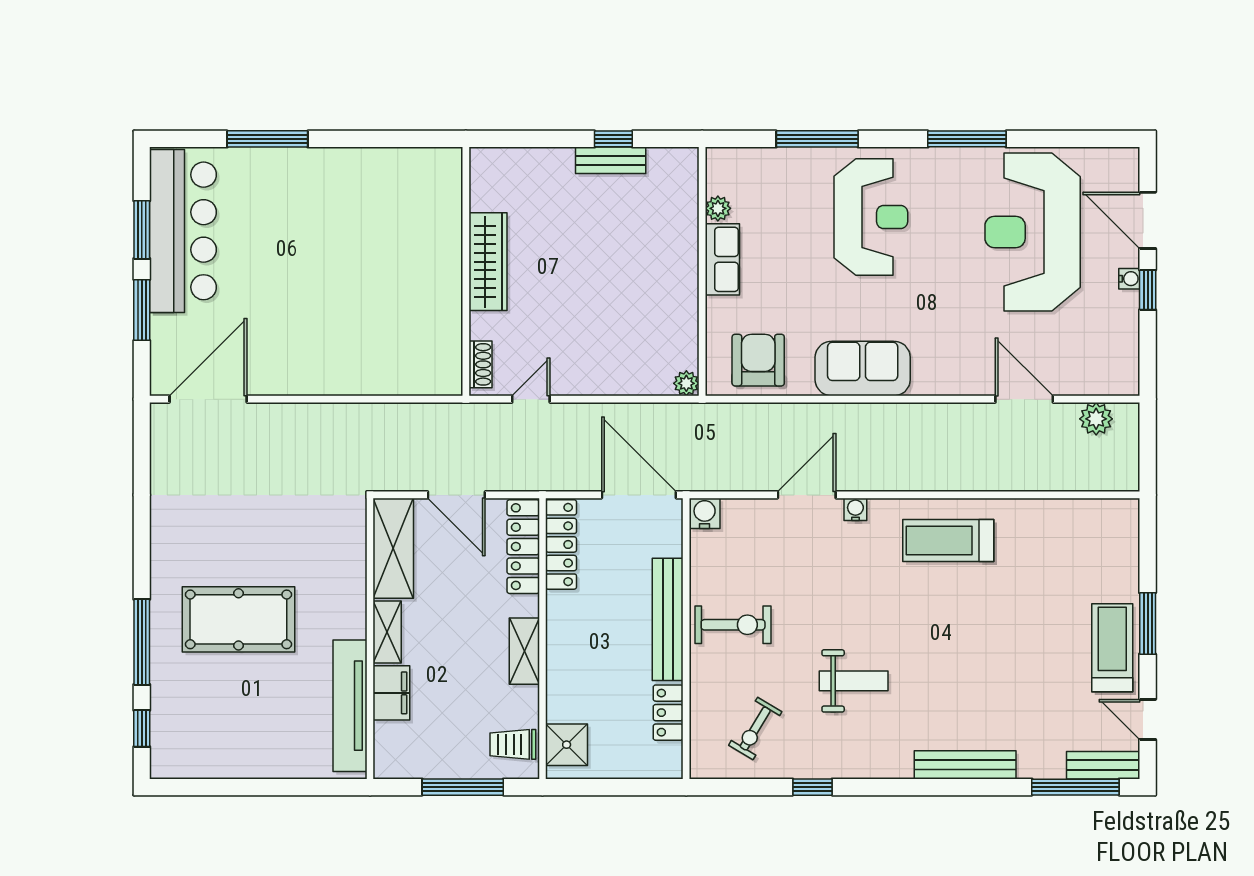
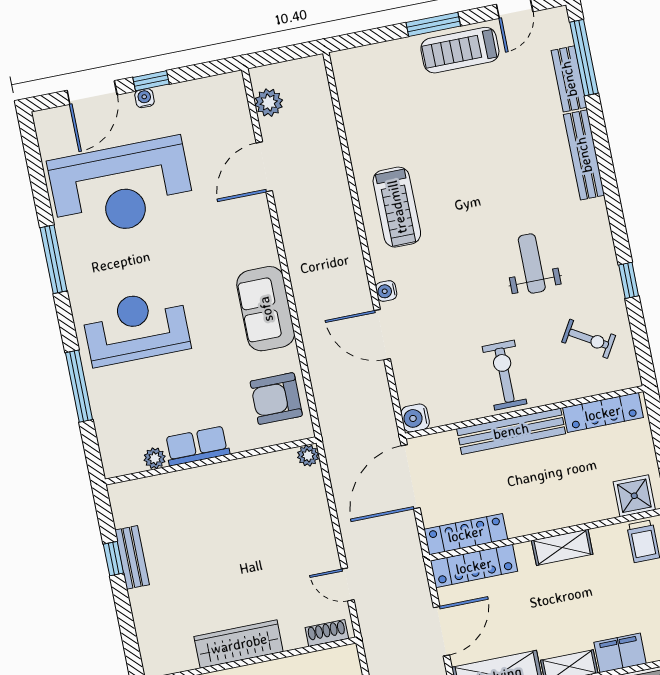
locker: (668, 713) -> (603, 413), width x1.53
bench: (1103, 765) -> (569, 79), moved

